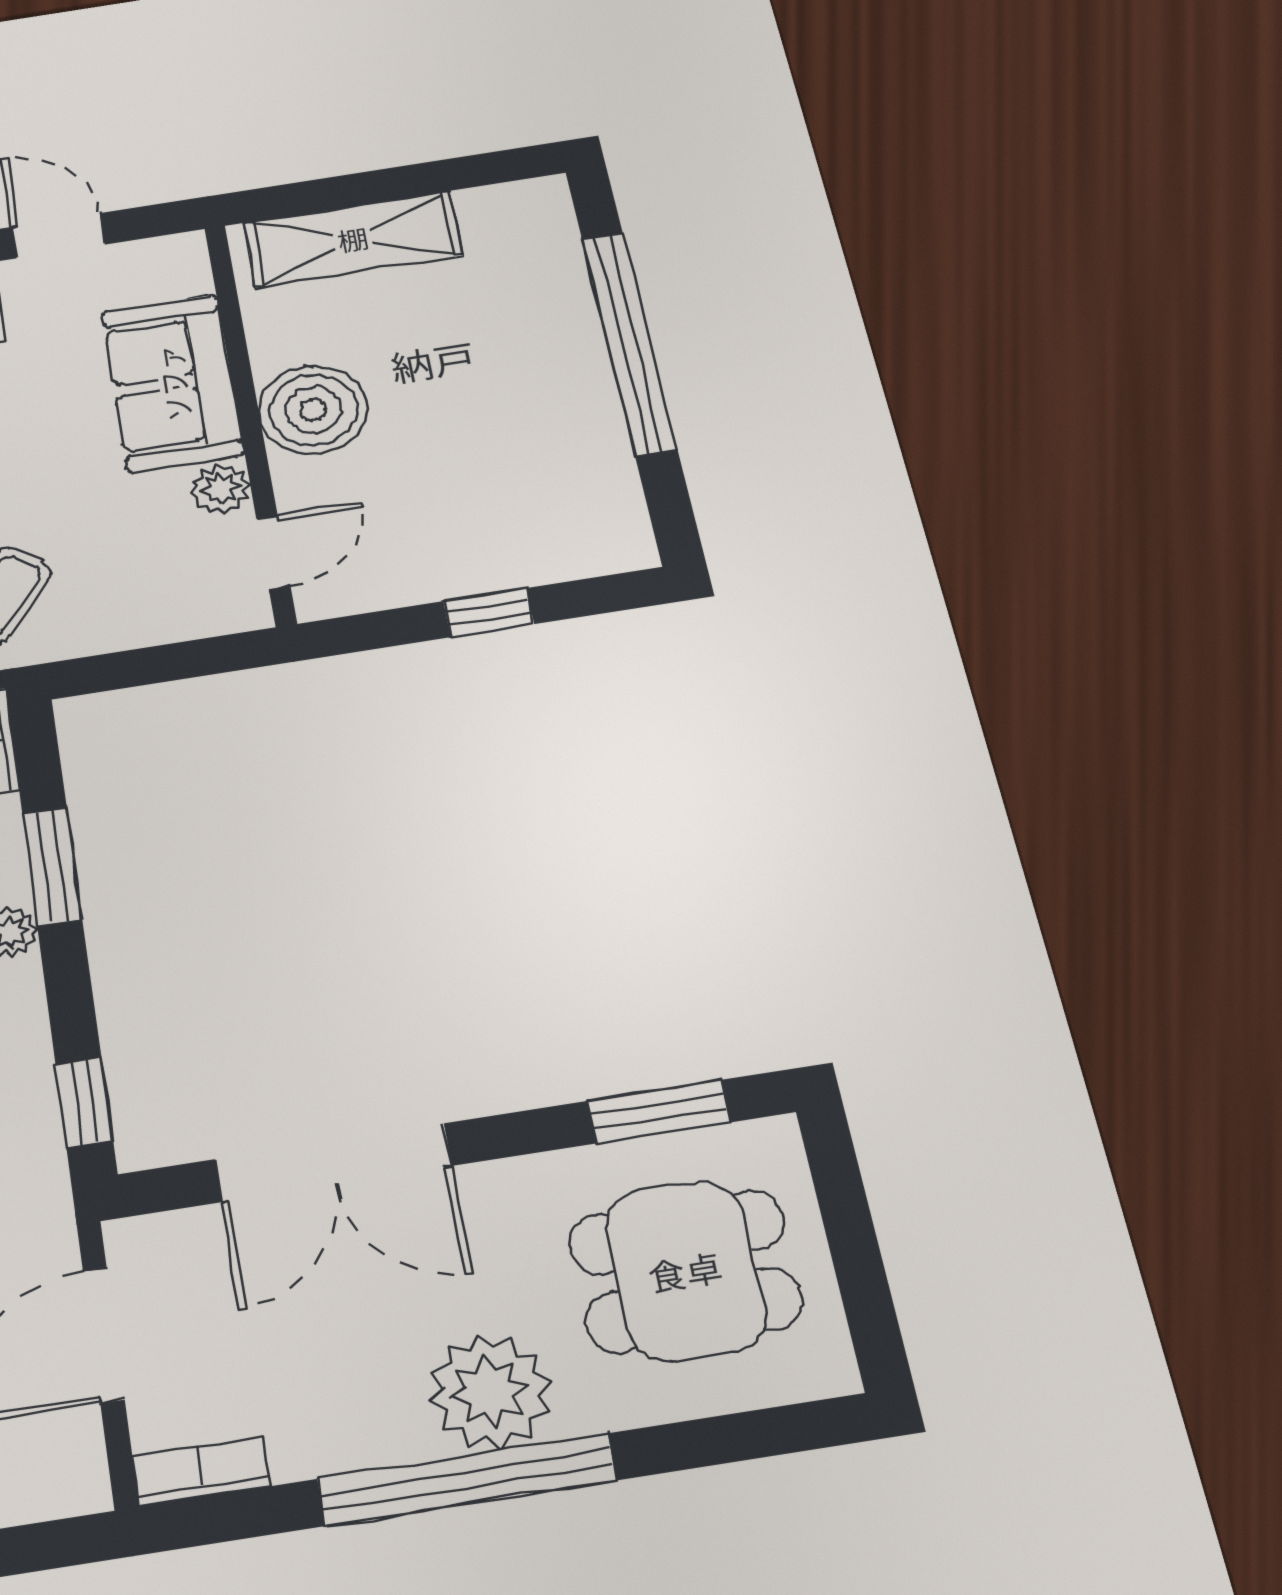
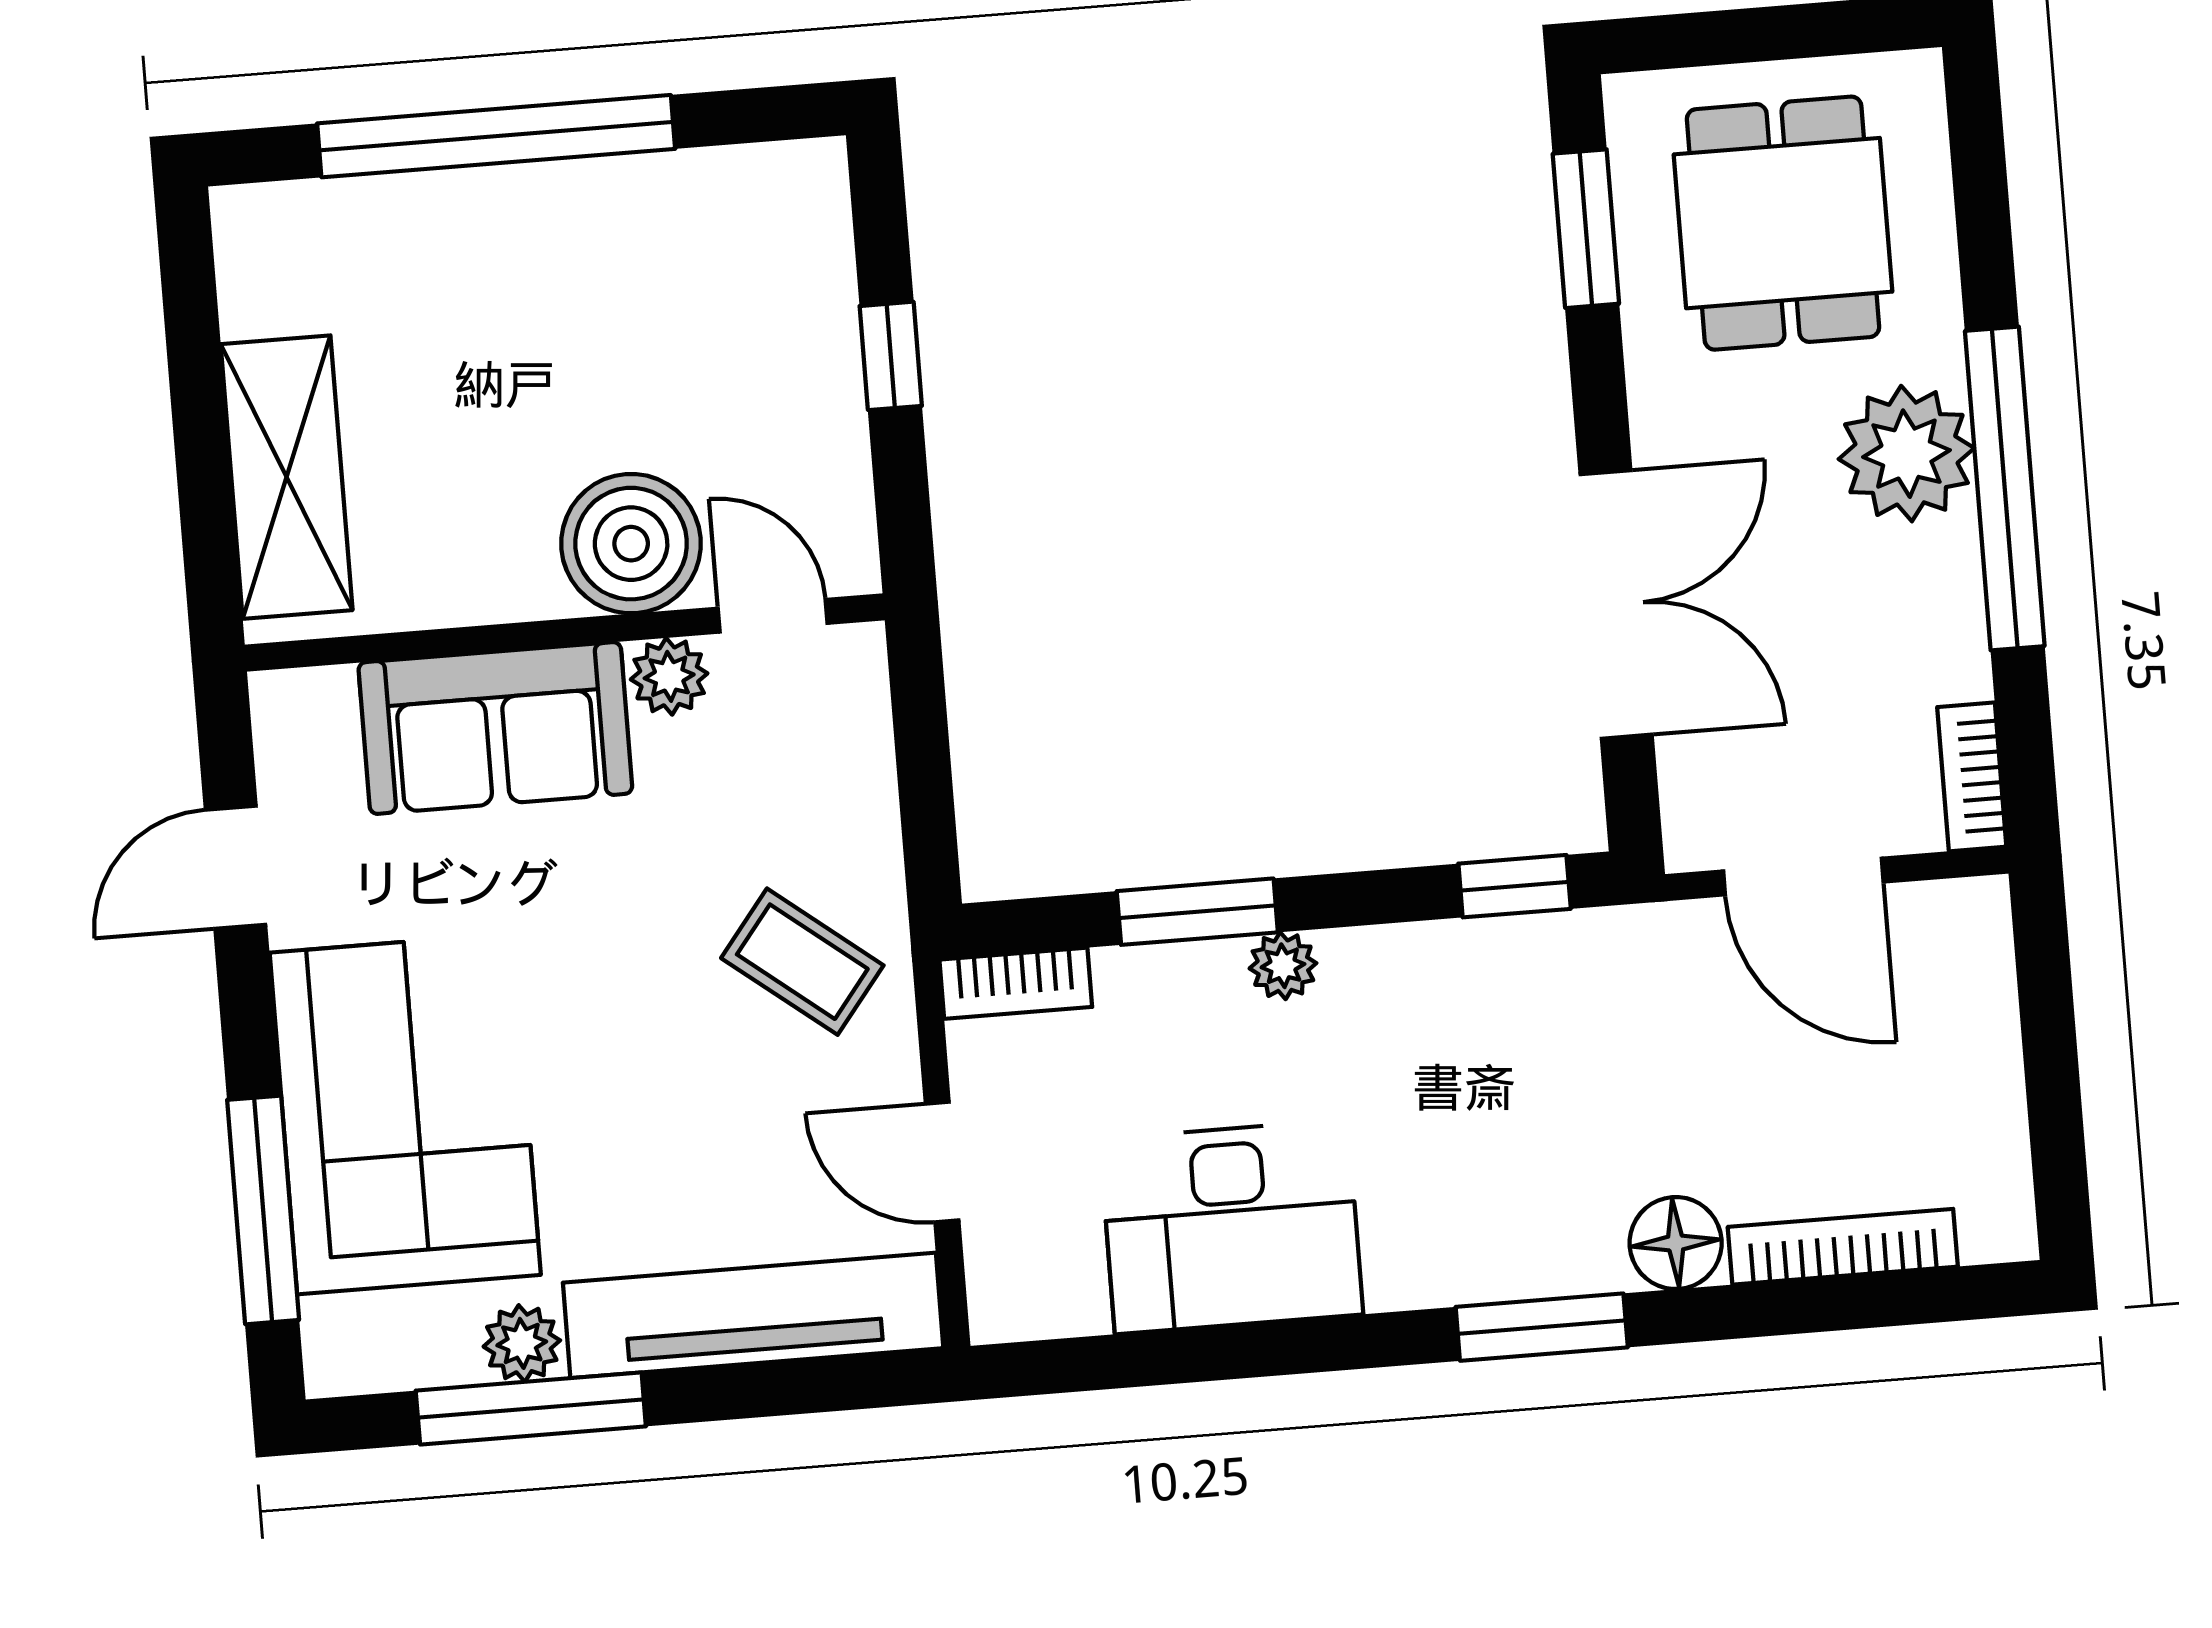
boiler: (313, 410) -> (631, 544), moved

